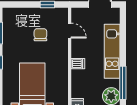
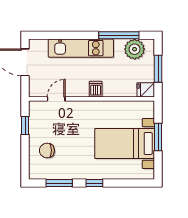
chair: (40, 35) -> (47, 151), moved

